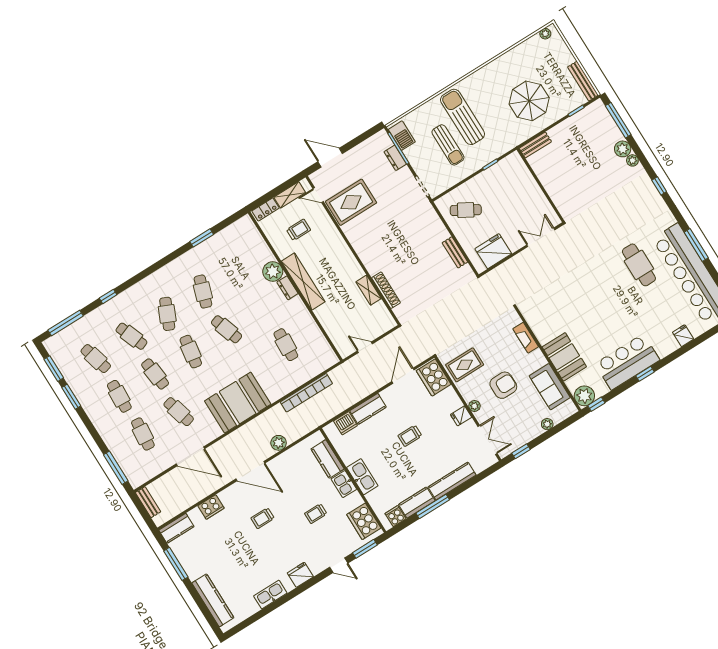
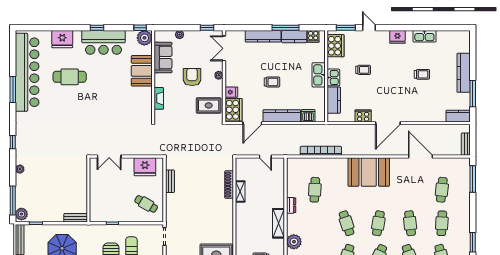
plant: (623, 149) -> (21, 214), moved
cafe table: (639, 265) -> (70, 77), moved, turned 90
shelving: (303, 281) -> (279, 223), width x0.68
dresser: (287, 288) -> (291, 205), moved
fridge: (683, 336) -> (62, 39), width x1.88, depth x1.34
armchair: (503, 385) -> (192, 77), turned 90
kitchen counter: (368, 409) -> (282, 116), width x1.50
cafe table: (179, 412) -> (410, 190), removed
fridge: (461, 416) -> (231, 92), moved
plant: (279, 443) -> (359, 130), removed
door: (250, 471) -> (388, 123), swing flipped
cooker: (211, 507) -> (363, 116), moved
trolley: (263, 518) -> (422, 74), moved
kitchen counter: (213, 600) -> (464, 73), moved

